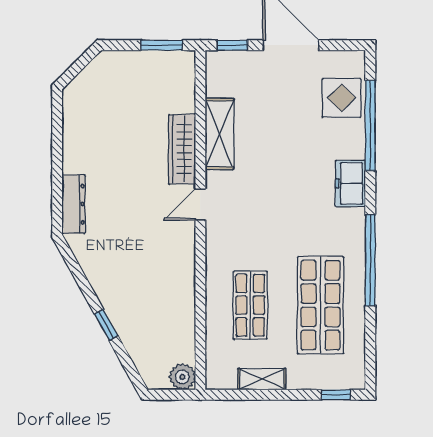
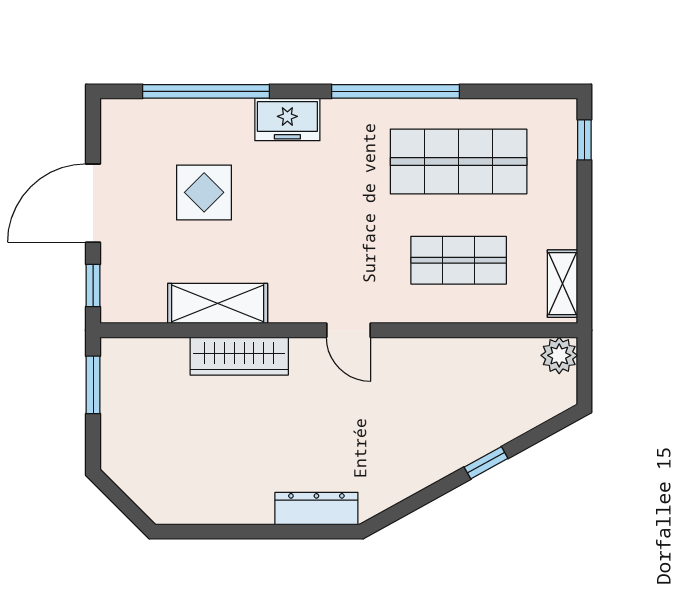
display table: (342, 98) -> (204, 192), moved
door: (200, 205) -> (348, 330), moved
shelving: (262, 379) -> (562, 284), moved

